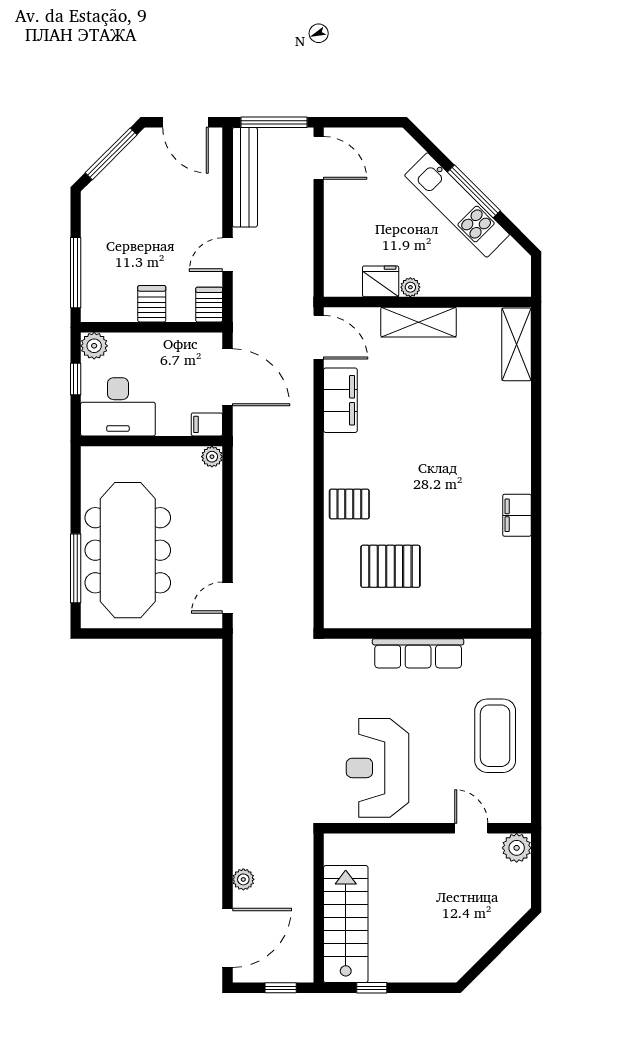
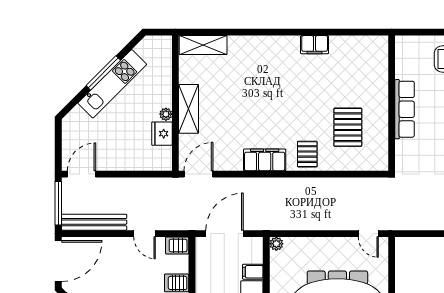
door: (185, 122) -> (58, 261), width x1.36
filing cabinet: (340, 400) -> (265, 160), moved
filing cabinet: (207, 424) -> (253, 272), moved, turned 90

